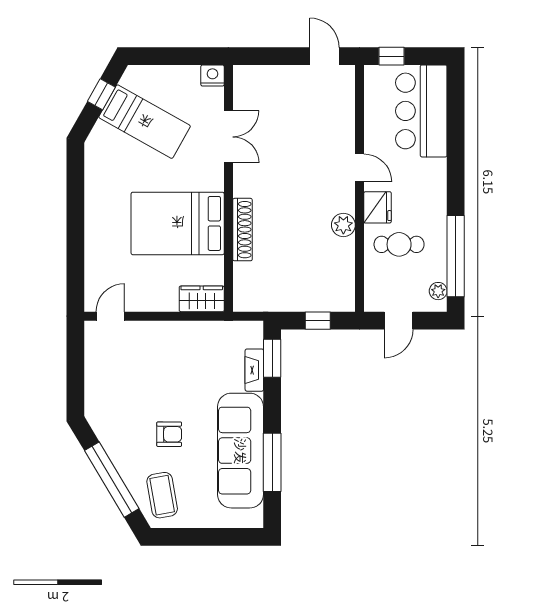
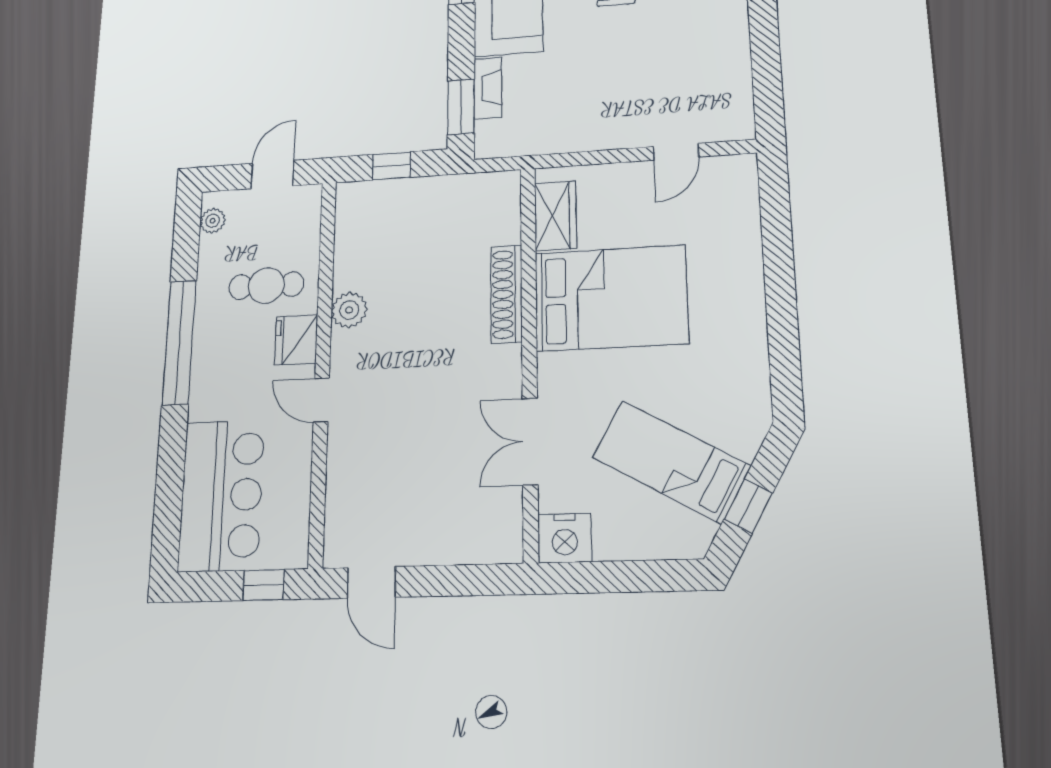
nightstand: (212, 76) -> (565, 538), width x1.36, depth x1.33
window: (456, 256) -> (179, 342), moved
wardrobe: (202, 299) -> (555, 216), moved, turned -90
door: (110, 316) -> (676, 152), moved

